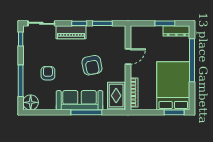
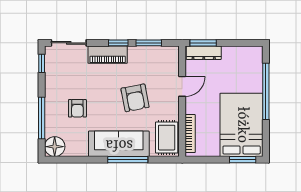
window: (165, 23) -> (203, 43), moved
dresser: (176, 31) -> (204, 53), moved
armchair: (48, 73) -> (77, 108), turned 180

